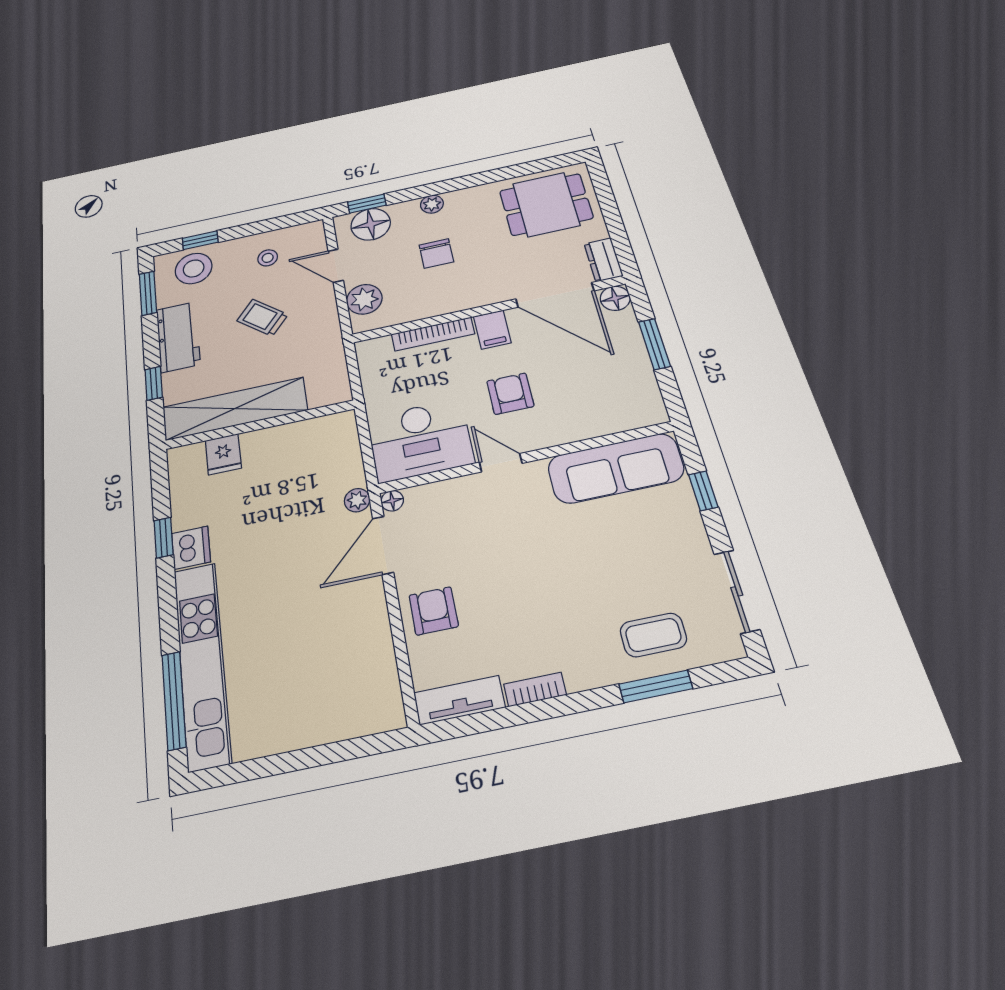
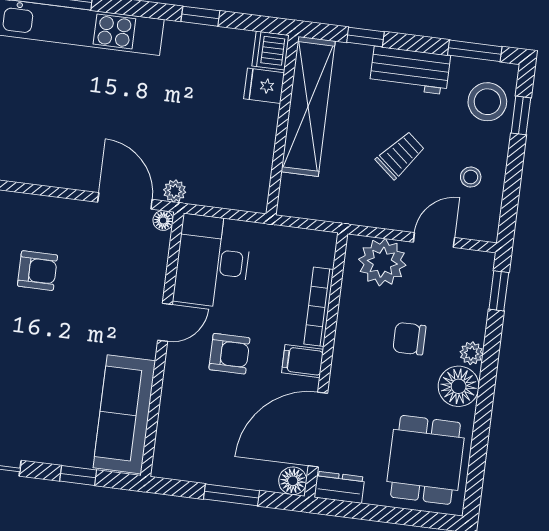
floor lamp: (371, 224) -> (459, 386), moved
plant: (364, 299) -> (382, 262), width x1.36, depth x1.36
dishwasher: (191, 548) -> (271, 51), moved, turned 90
armchair: (434, 611) -> (37, 271), moved

